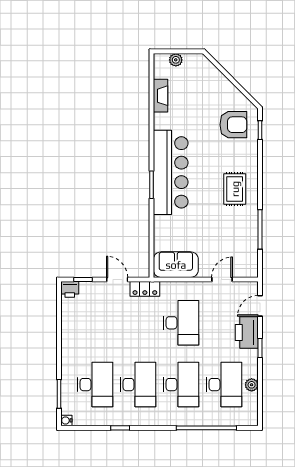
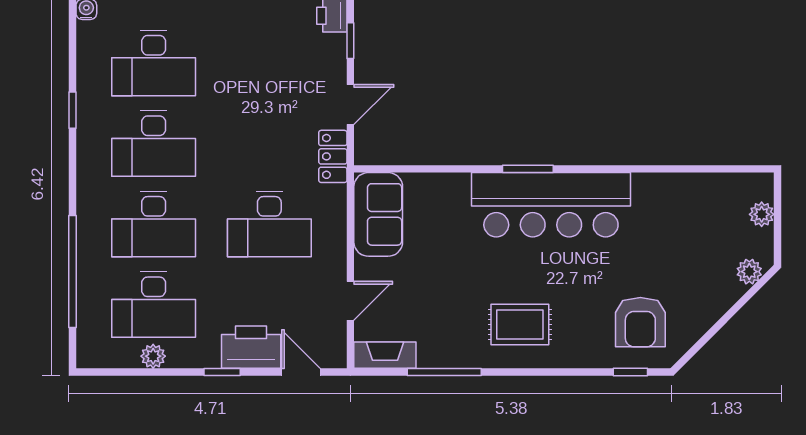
plant: (206, 66) -> (749, 272), added
fireplace: (160, 96) -> (385, 355), moved, turned 180
door: (222, 279) -> (350, 301), hinge flipped

